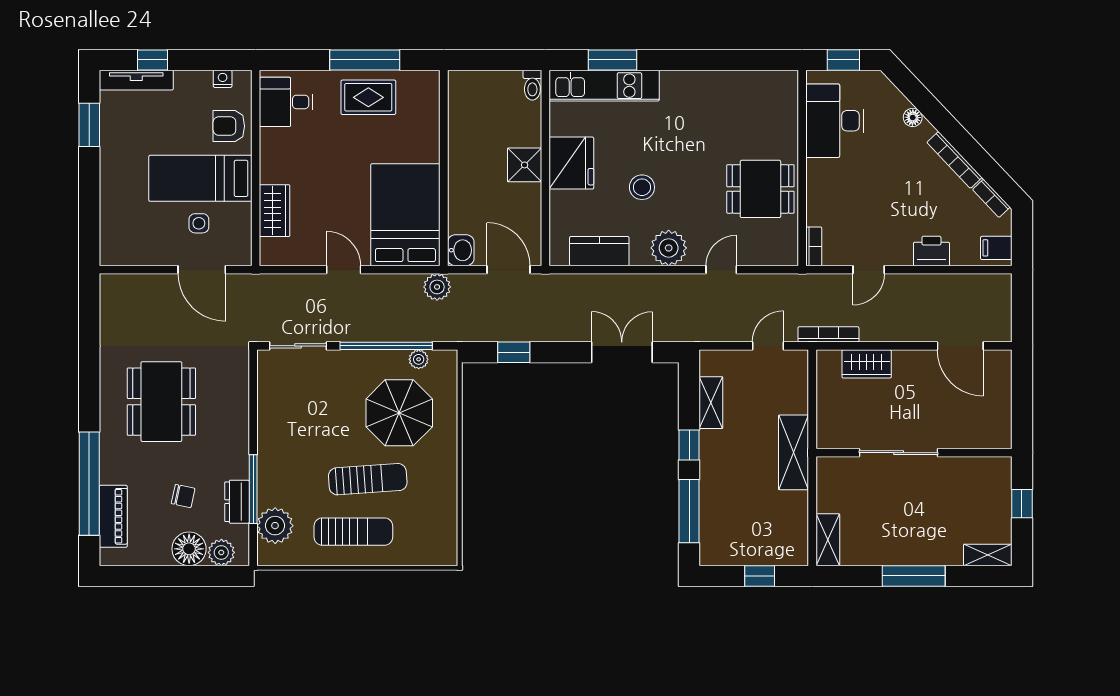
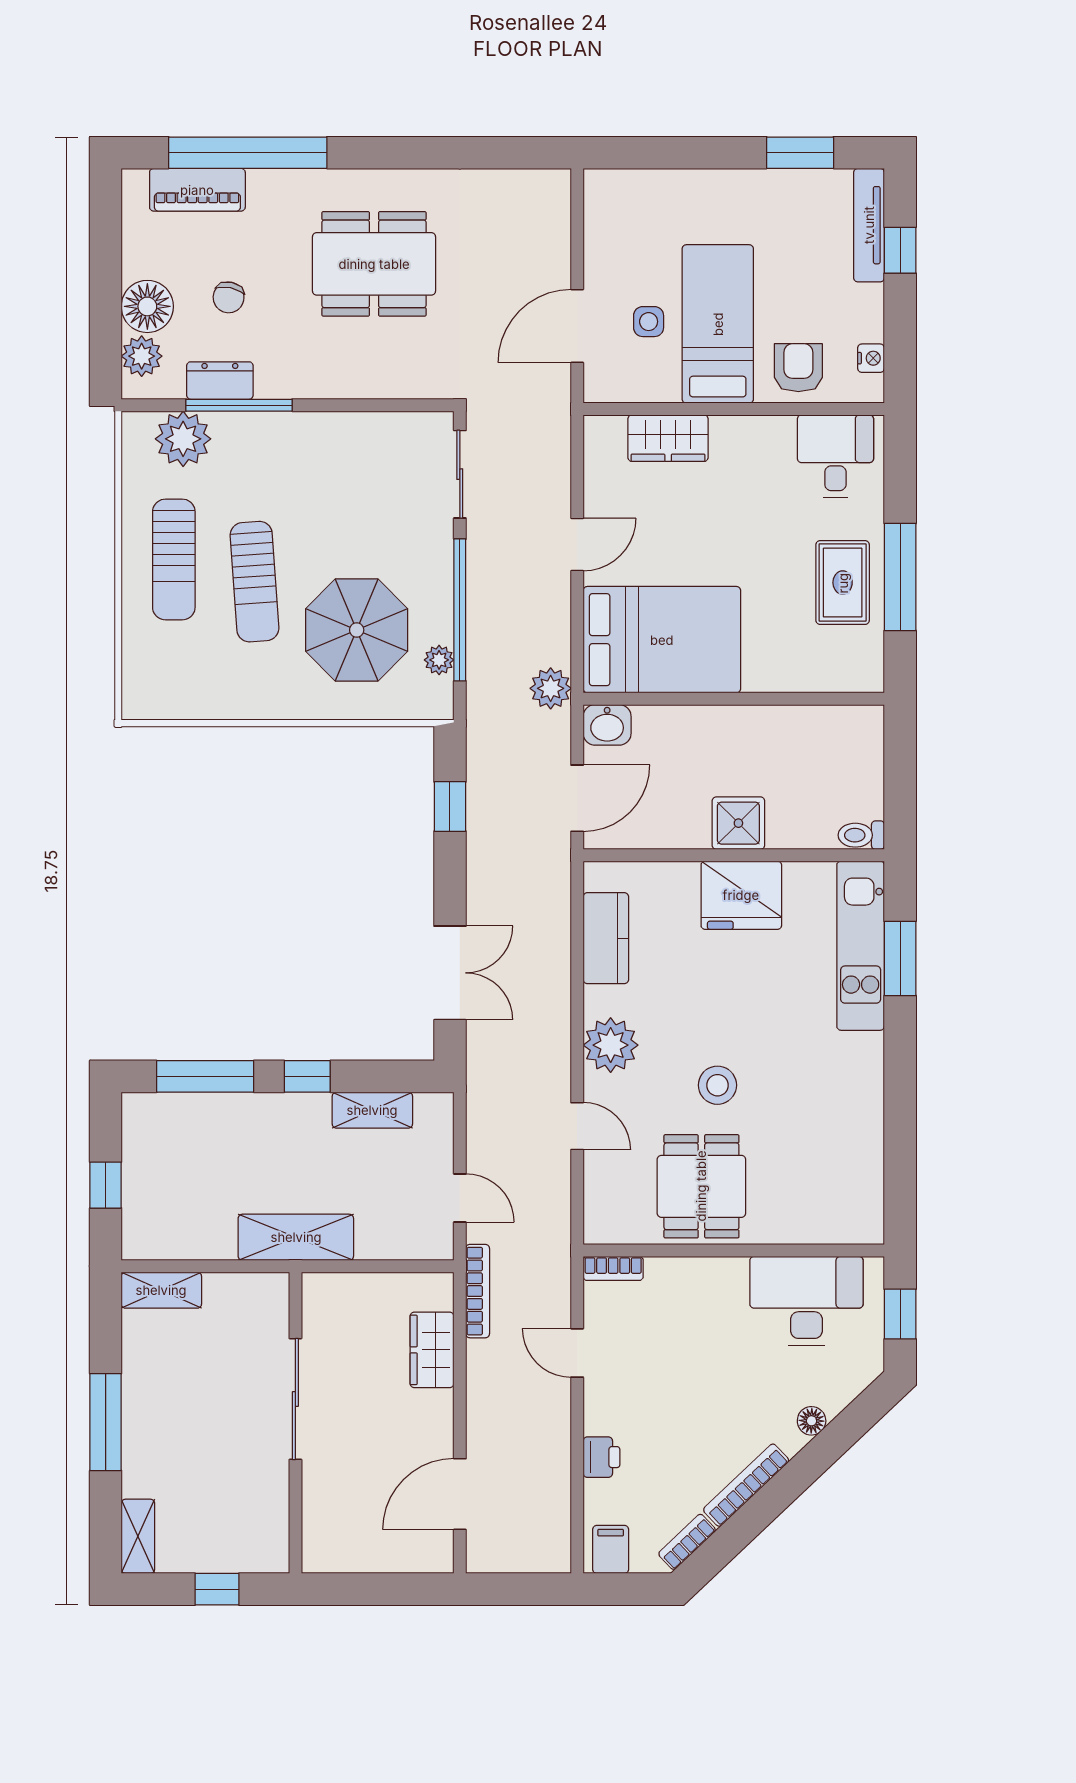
stool: (642, 187) -> (717, 1085), moved
printer: (931, 251) -> (601, 1457), width x0.73, depth x0.81

